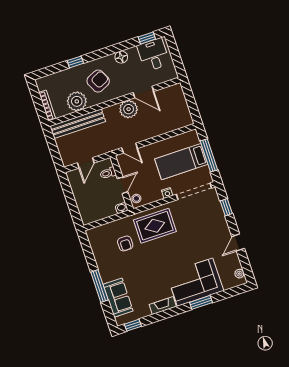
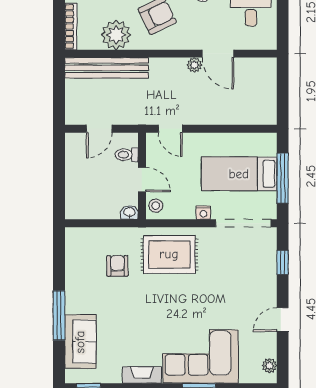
plant: (129, 109) -> (194, 65), width x0.53, depth x0.53
door: (123, 185) -> (142, 180), hinge flipped
armchair: (125, 243) -> (117, 266), turned 180

